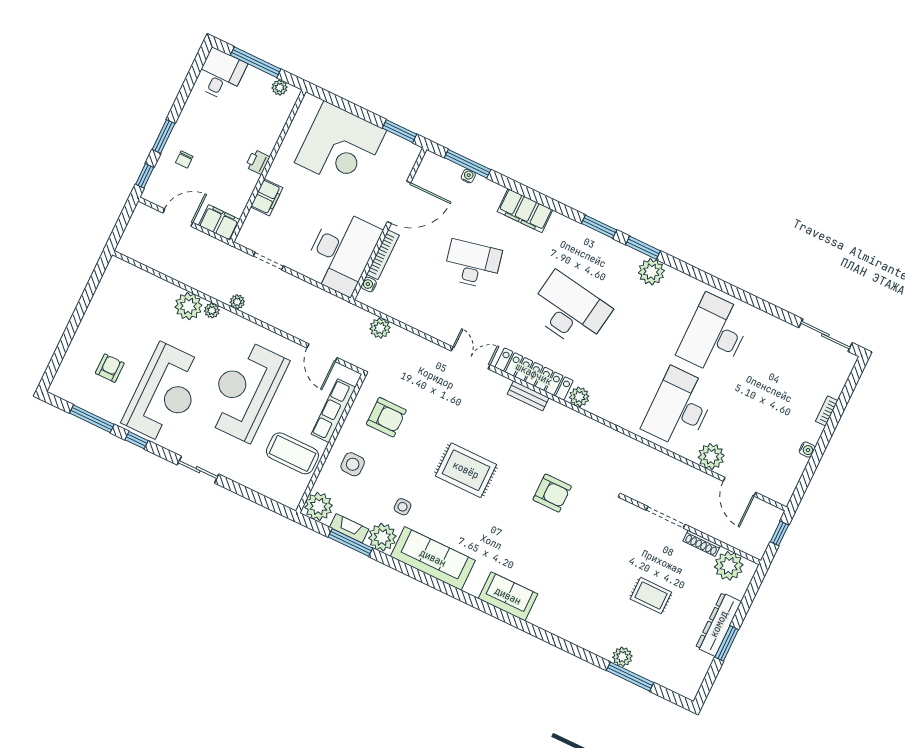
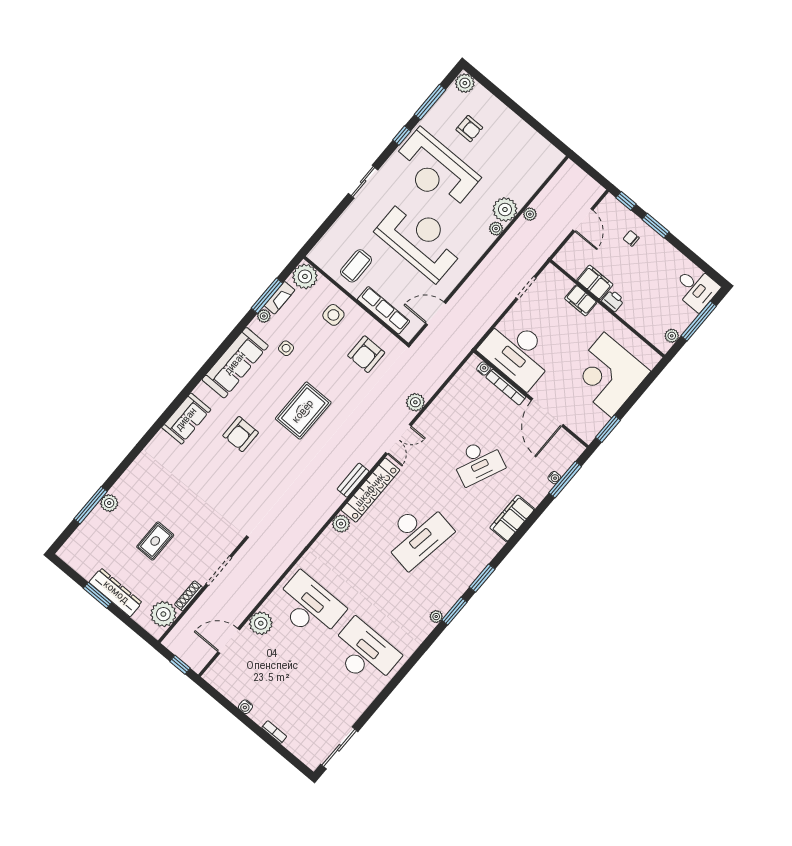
filing cabinet: (219, 223) -> (595, 282), moved, turned -90
desk: (473, 264) -> (478, 462), turned 36
plant: (651, 272) -> (436, 617), width x0.53, depth x0.53
plant: (237, 302) -> (530, 214), moved
plant: (380, 328) -> (415, 402), moved
plant: (61, 386) -> (465, 83), added
coffee table: (292, 453) -> (356, 266), width x0.73, depth x0.76
armchair: (552, 493) -> (241, 434), moved
plant: (382, 537) -> (264, 316), width x0.53, depth x0.53

